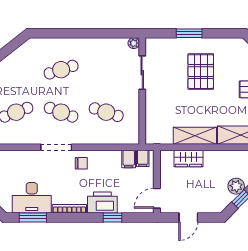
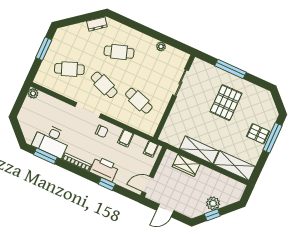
window: (189, 33) -> (231, 69), width x1.44
plant: (134, 43) -> (161, 47), moved
dresser: (24, 50) -> (97, 24), added
filing cabinet: (129, 159) -> (126, 138), moved

